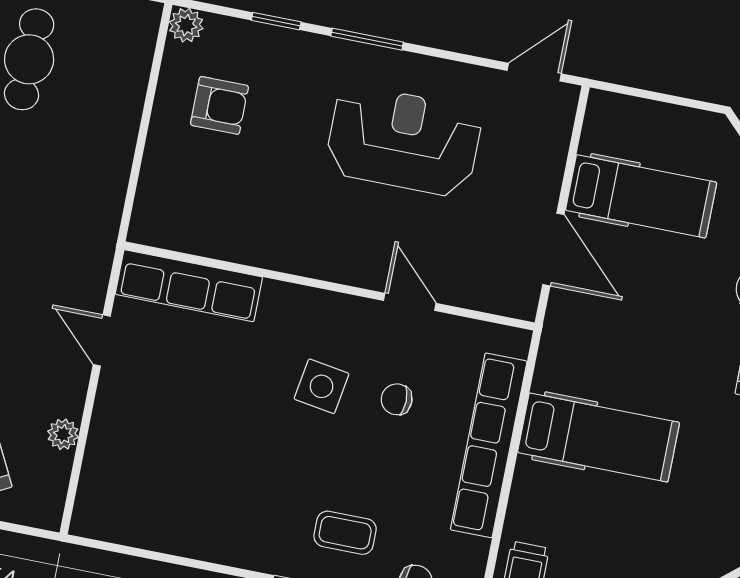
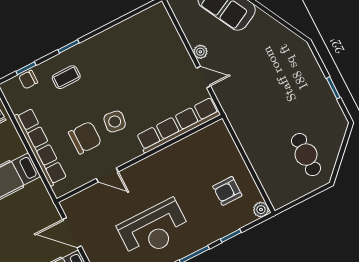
row of seats: (189, 286) -> (178, 125), width x1.36
chair: (397, 399) -> (85, 138), width x1.87, depth x1.87
plant: (63, 434) -> (200, 52), moved

